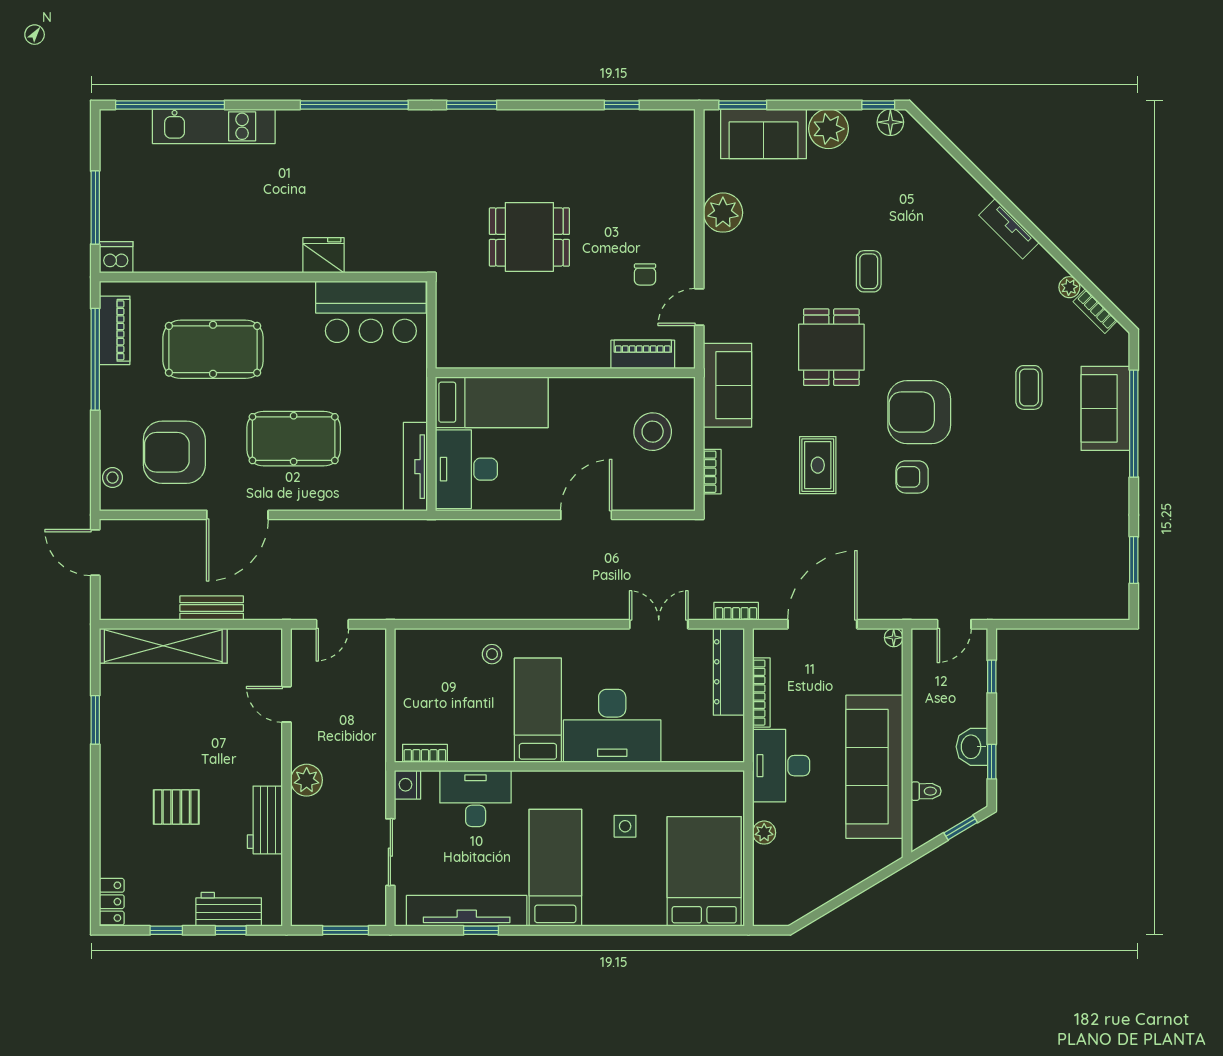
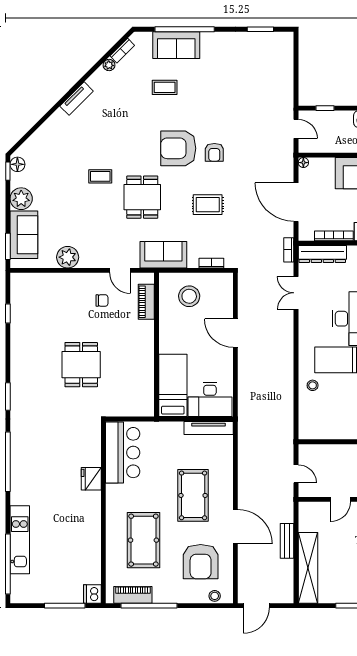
dining table: (831, 347) -> (142, 197), turned 90
armchair: (919, 412) -> (178, 148), turned 90

